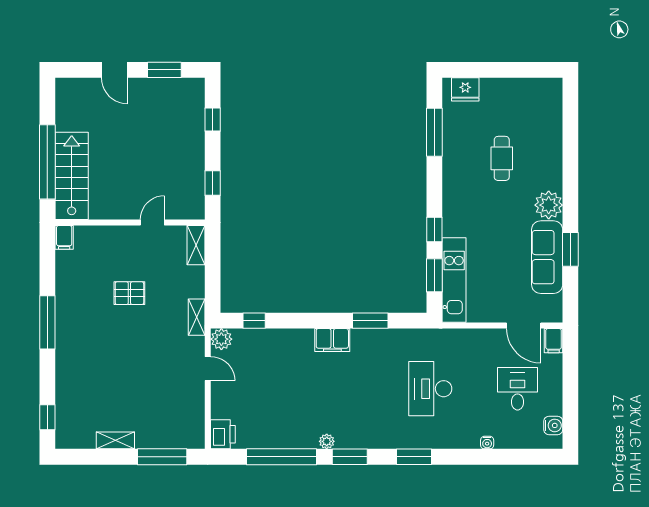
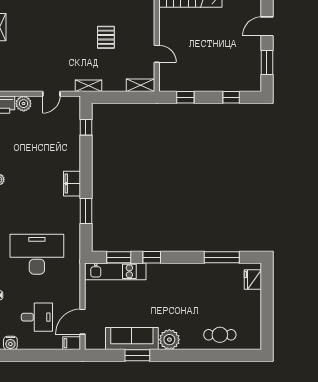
cafe table: (502, 158) -> (220, 335), moved
plant: (221, 339) -> (24, 104), moved
desk: (430, 389) -> (37, 254), width x1.36, depth x1.30

